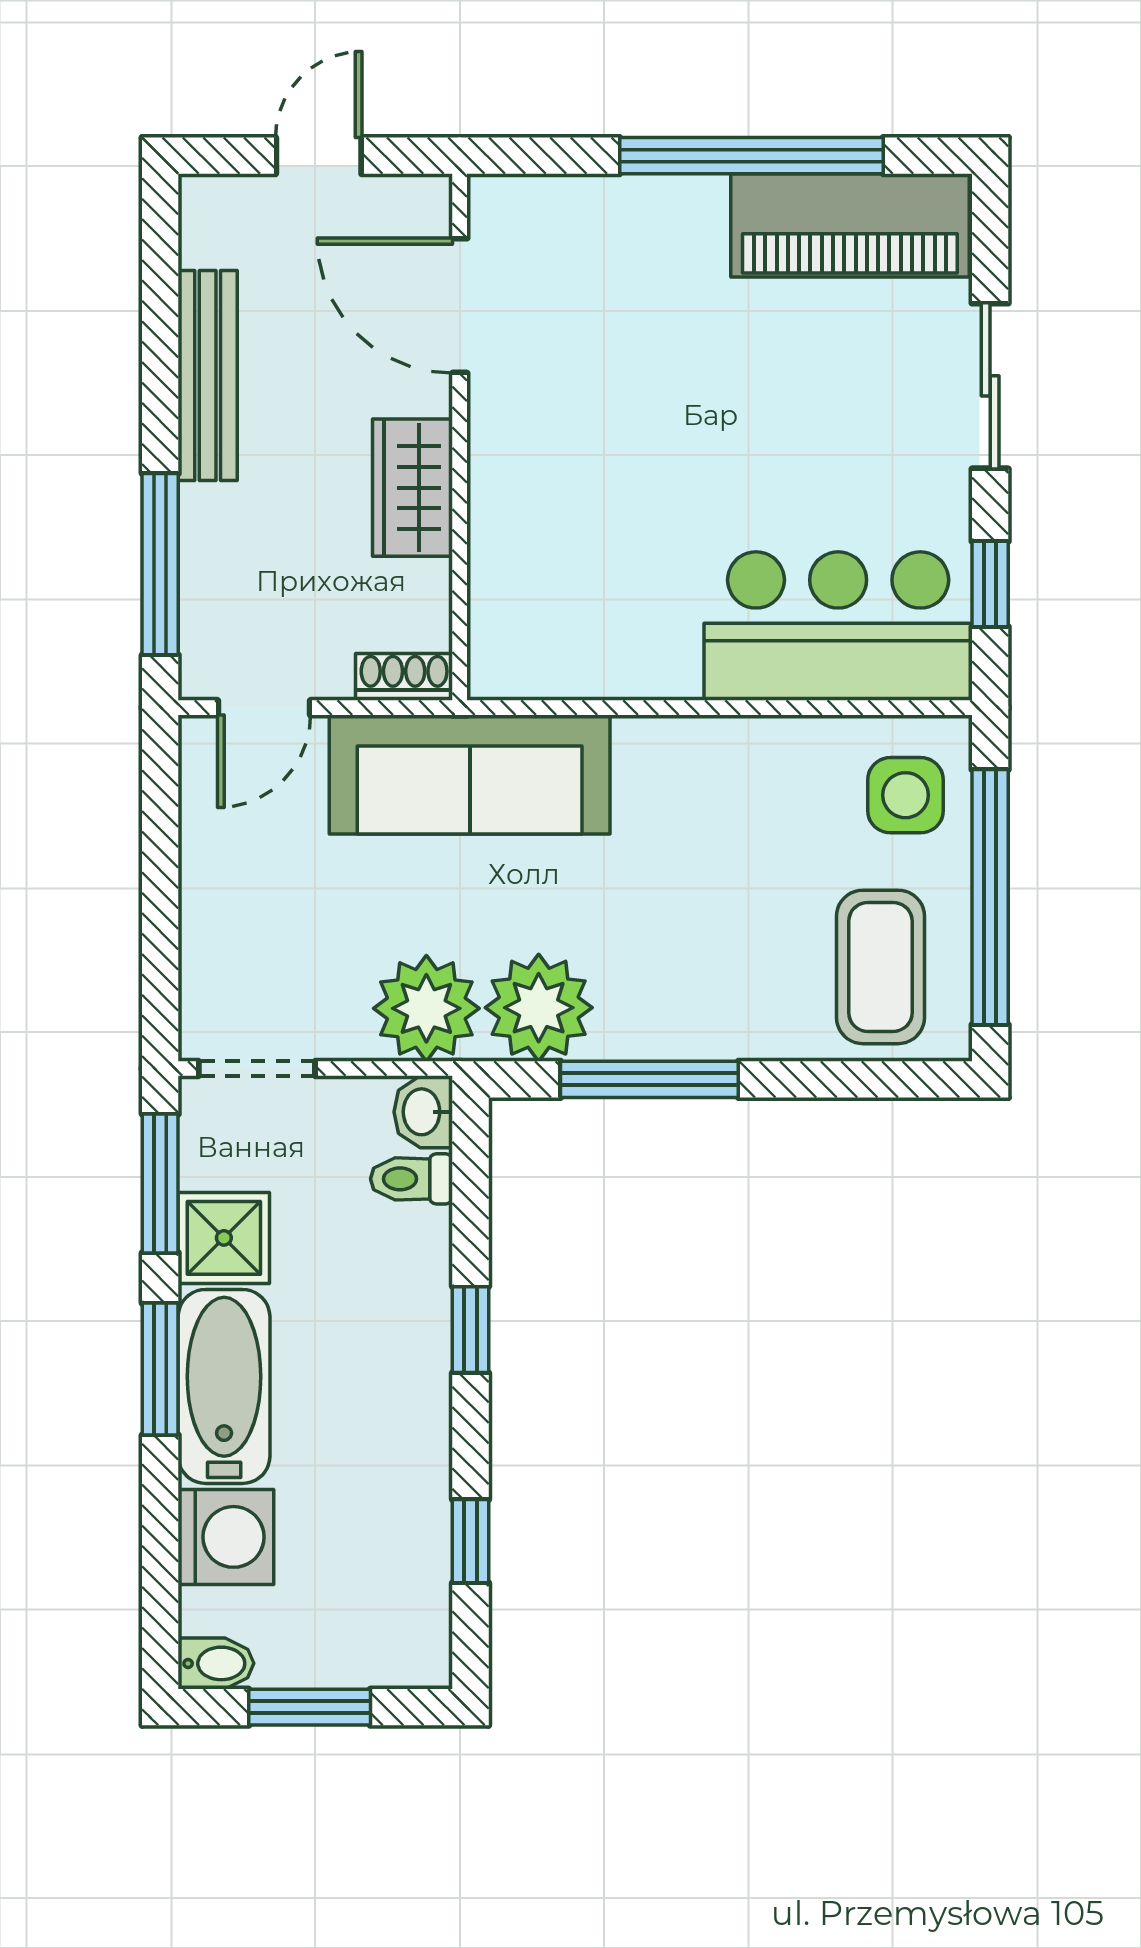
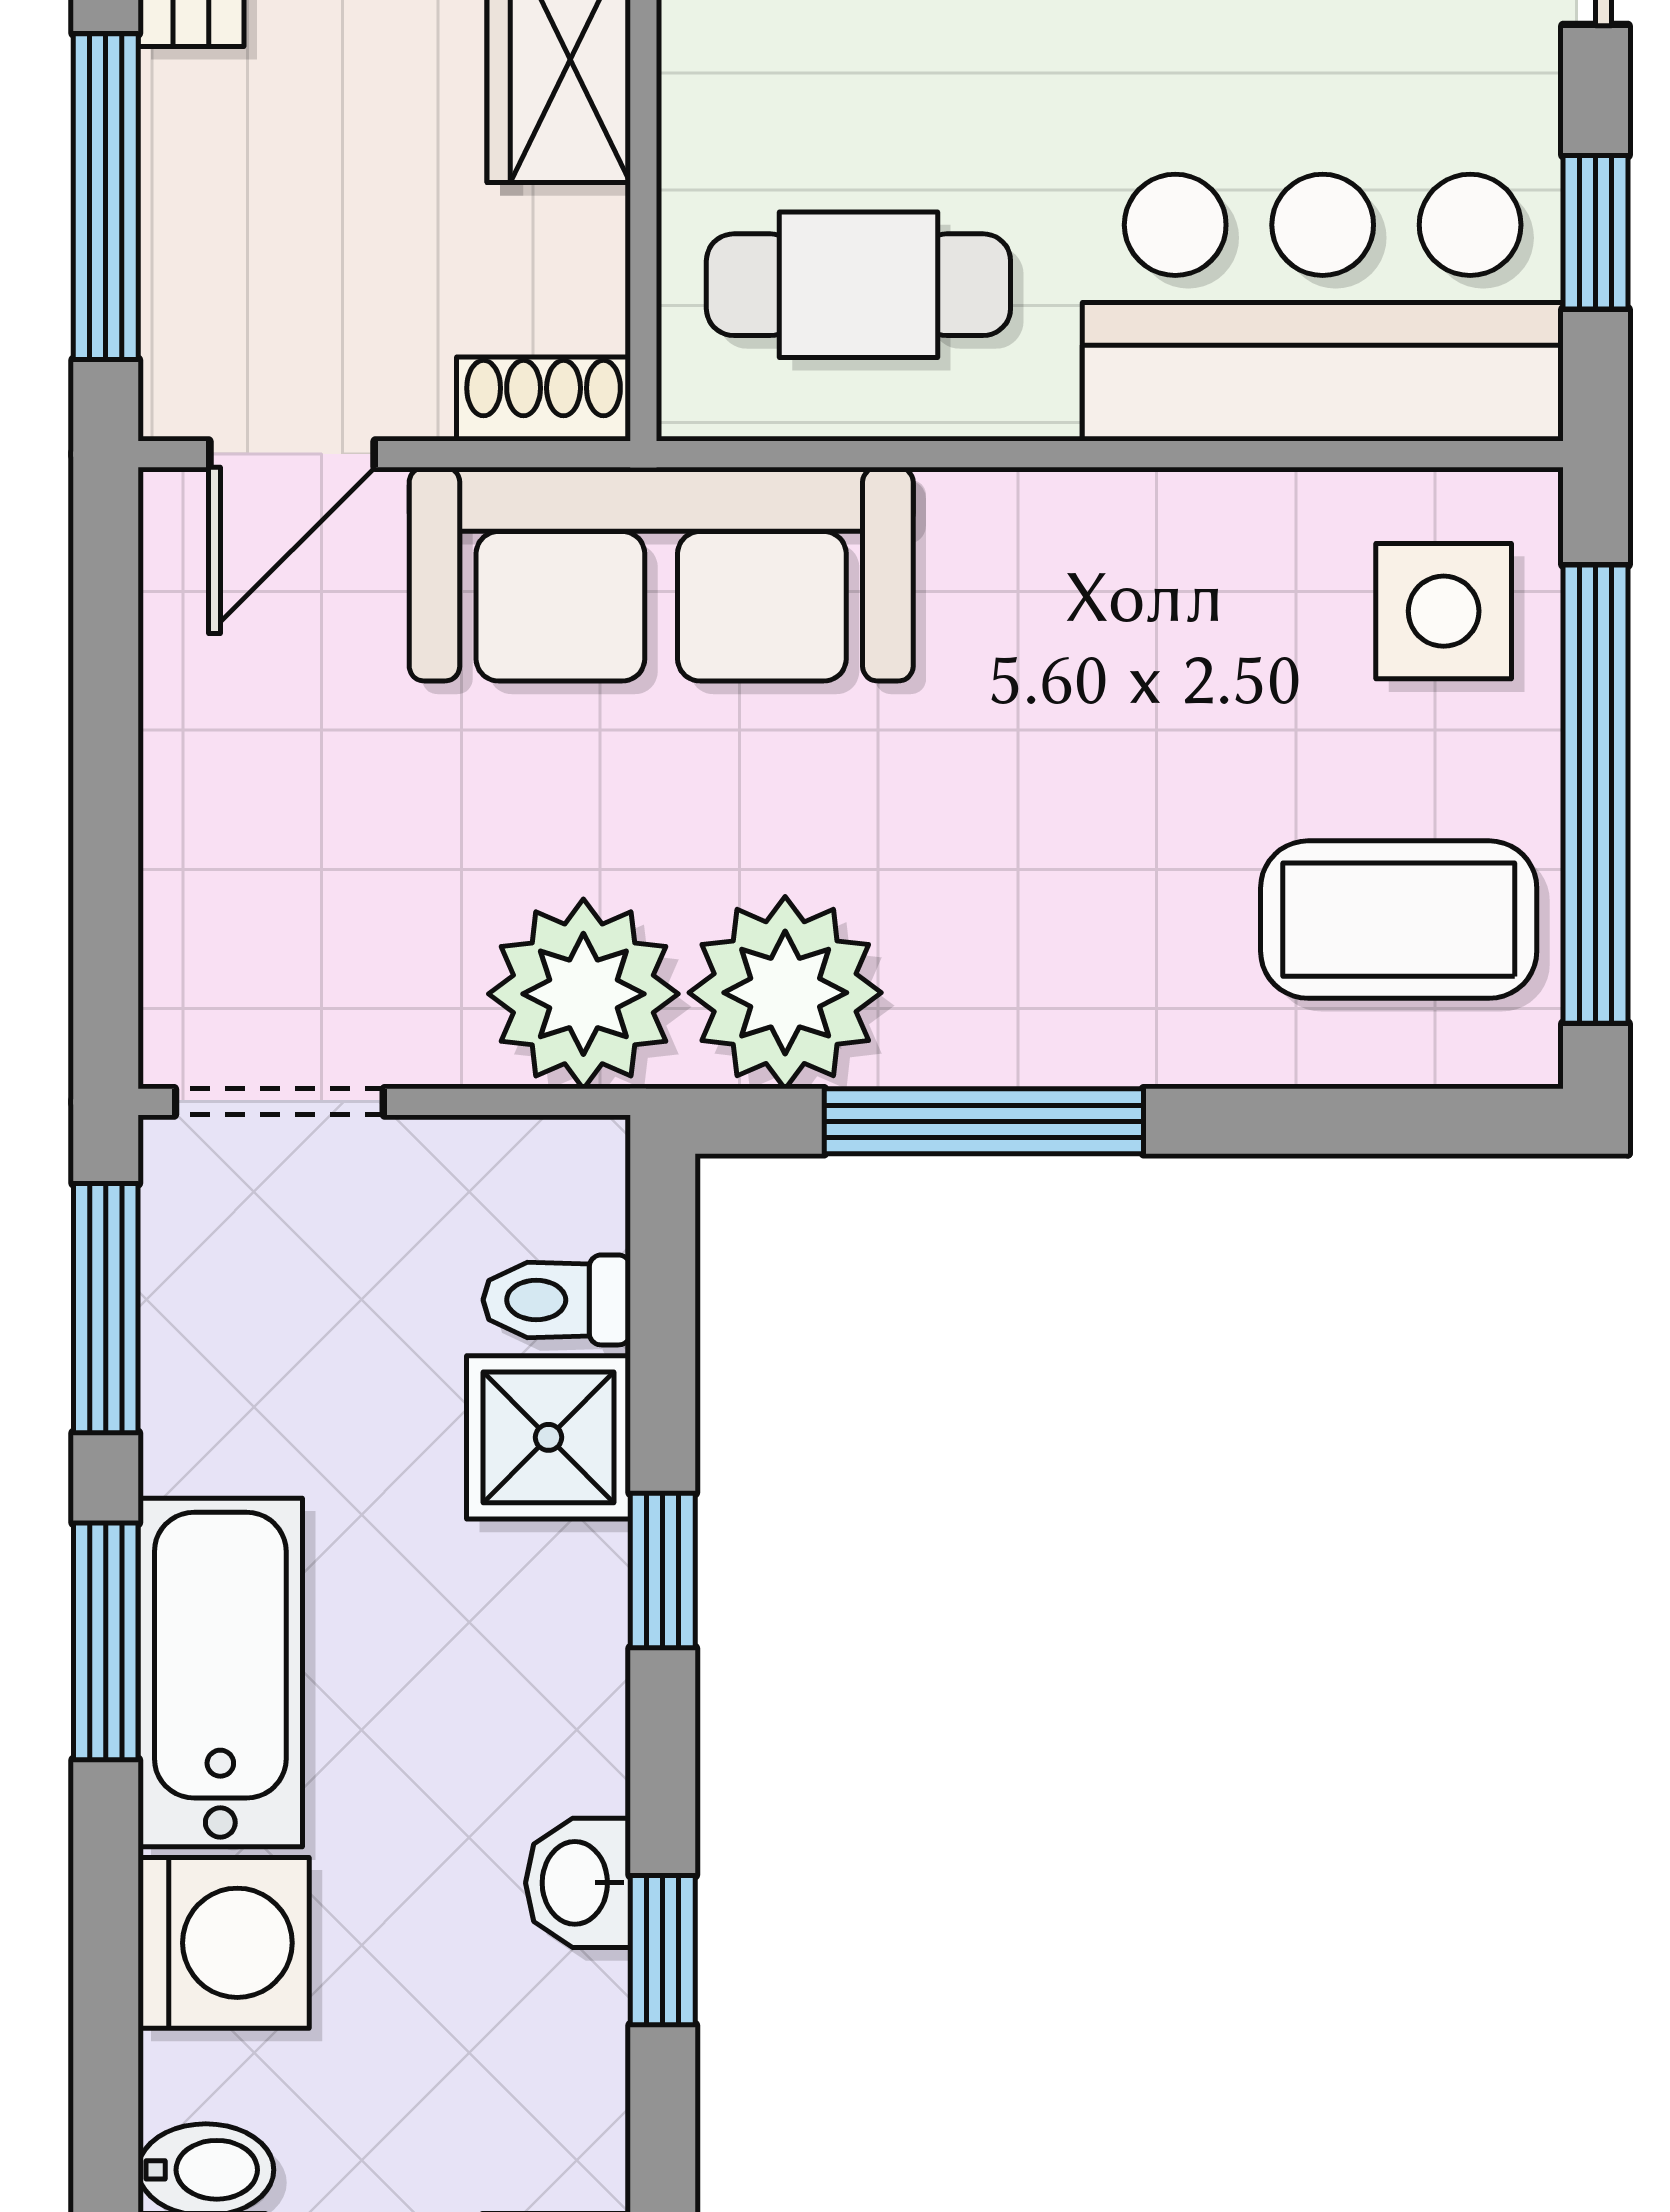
cafe table: (580, 613) -> (858, 285), added
coffee table: (880, 967) -> (1399, 920), turned 90
washbasin: (423, 1112) -> (578, 1883), moved
shower: (224, 1238) -> (549, 1437), moved

